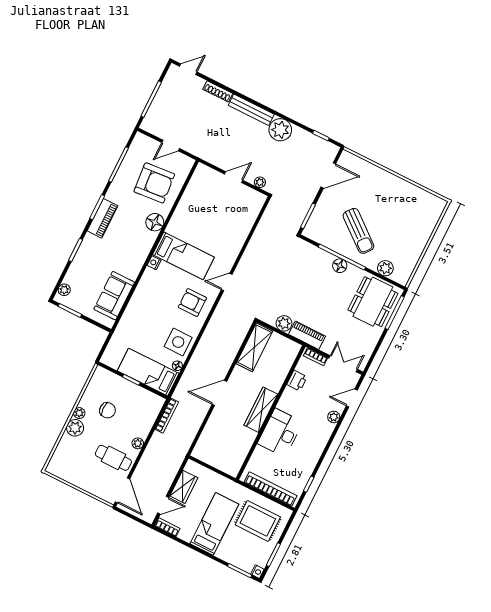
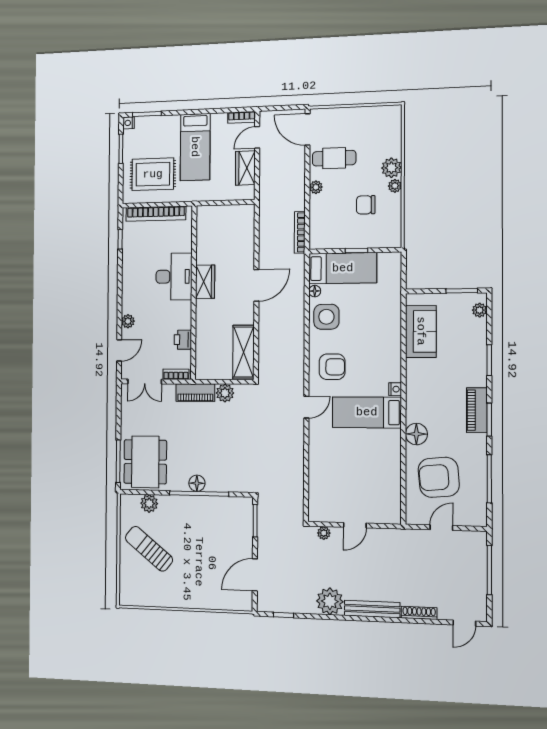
sun lounger: (358, 231) -> (149, 549), moved
wardrobe: (261, 410) -> (205, 282), width x0.67

